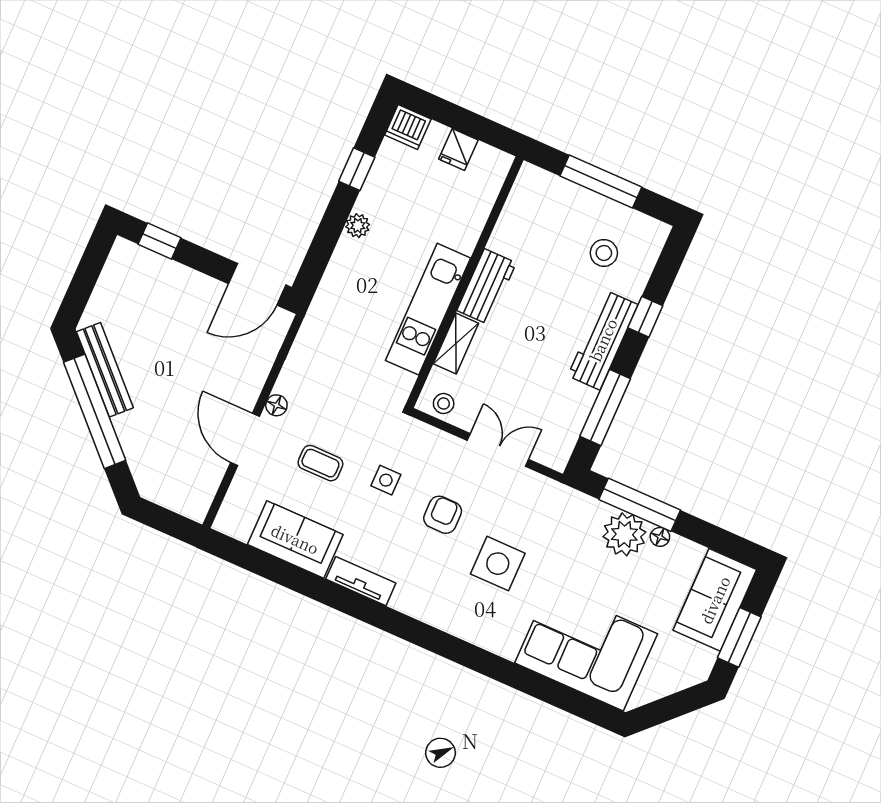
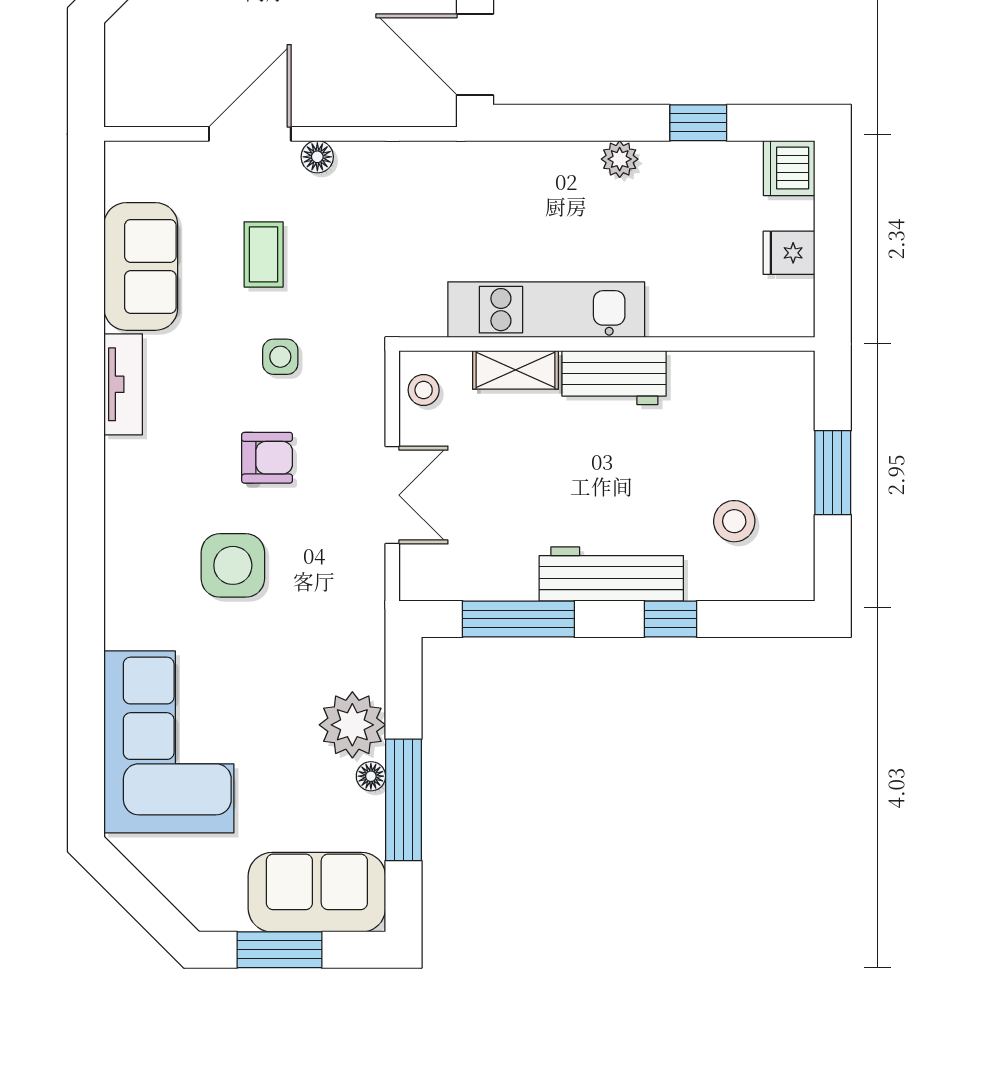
window: (601, 181) -> (833, 473), width x0.69
window: (640, 505) -> (403, 800), moved

